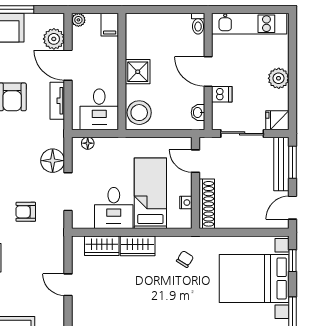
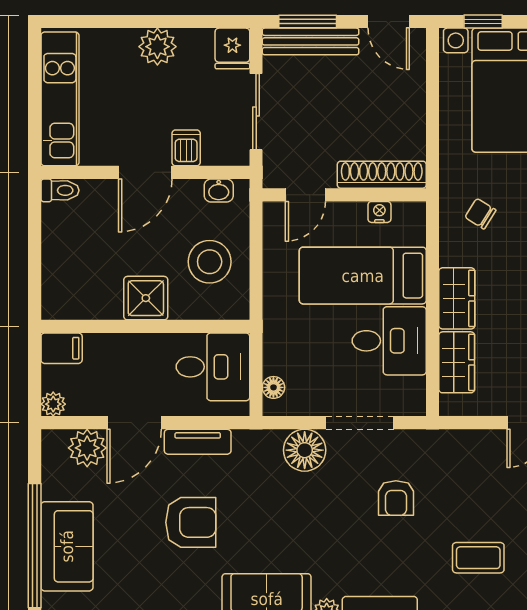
stool: (139, 113) -> (210, 262), moved

